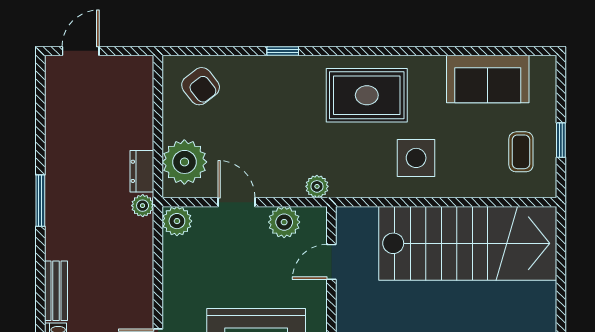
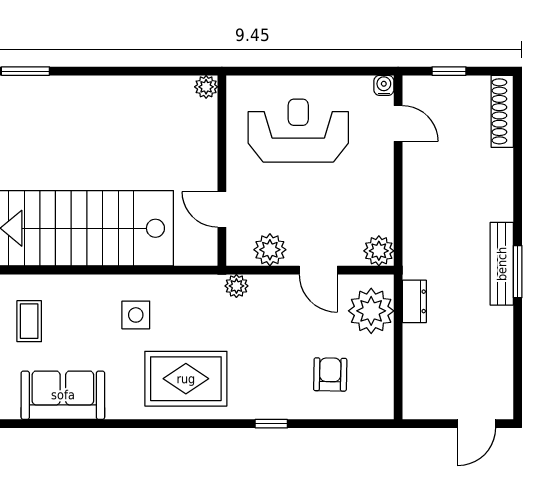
armchair: (201, 86) -> (330, 374), moved, turned 39
side table: (416, 158) -> (136, 315), width x0.73, depth x0.73
plant: (143, 206) -> (414, 267), removed
door: (331, 262) -> (222, 209), swing flipped
bench: (56, 291) -> (502, 264), moved, width x1.36

